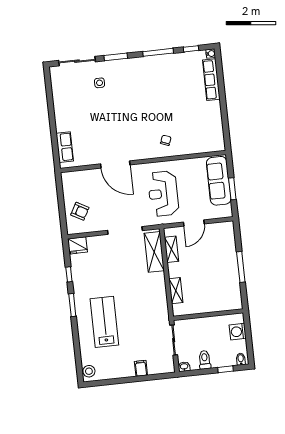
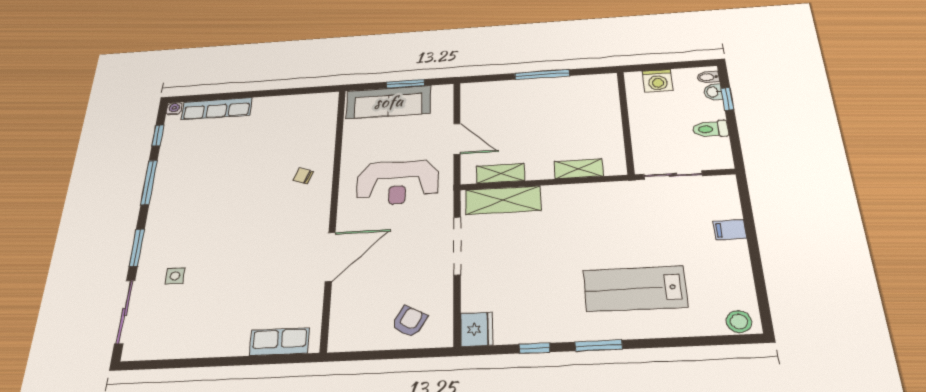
washbasin: (184, 367) -> (713, 92), moved

